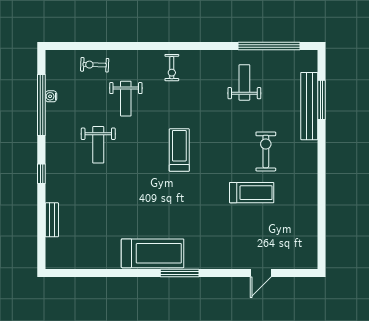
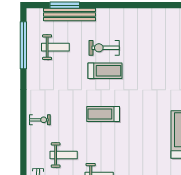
weight bench: (244, 82) -> (55, 47), moved, turned 180
treadmill: (252, 193) -> (105, 71), moved, turned 90

